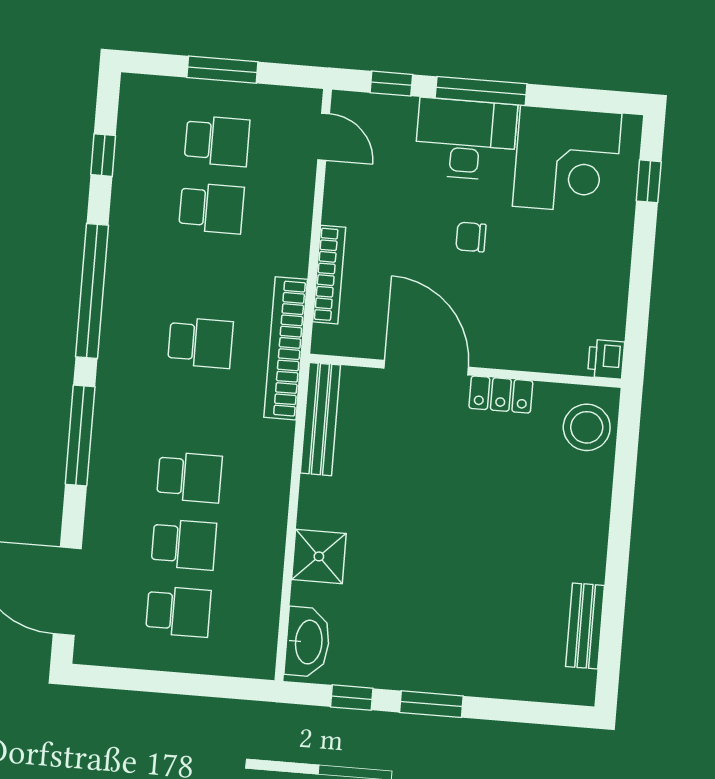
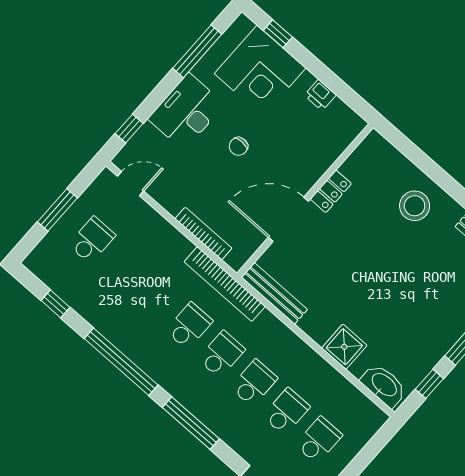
window: (481, 91) -> (197, 51), moved
corner desk: (567, 160) -> (260, 71), moved, turned 90
school desk: (212, 208) -> (222, 354), moved
printer: (606, 359) -> (320, 95), moved
stool: (587, 427) -> (415, 206), moved

